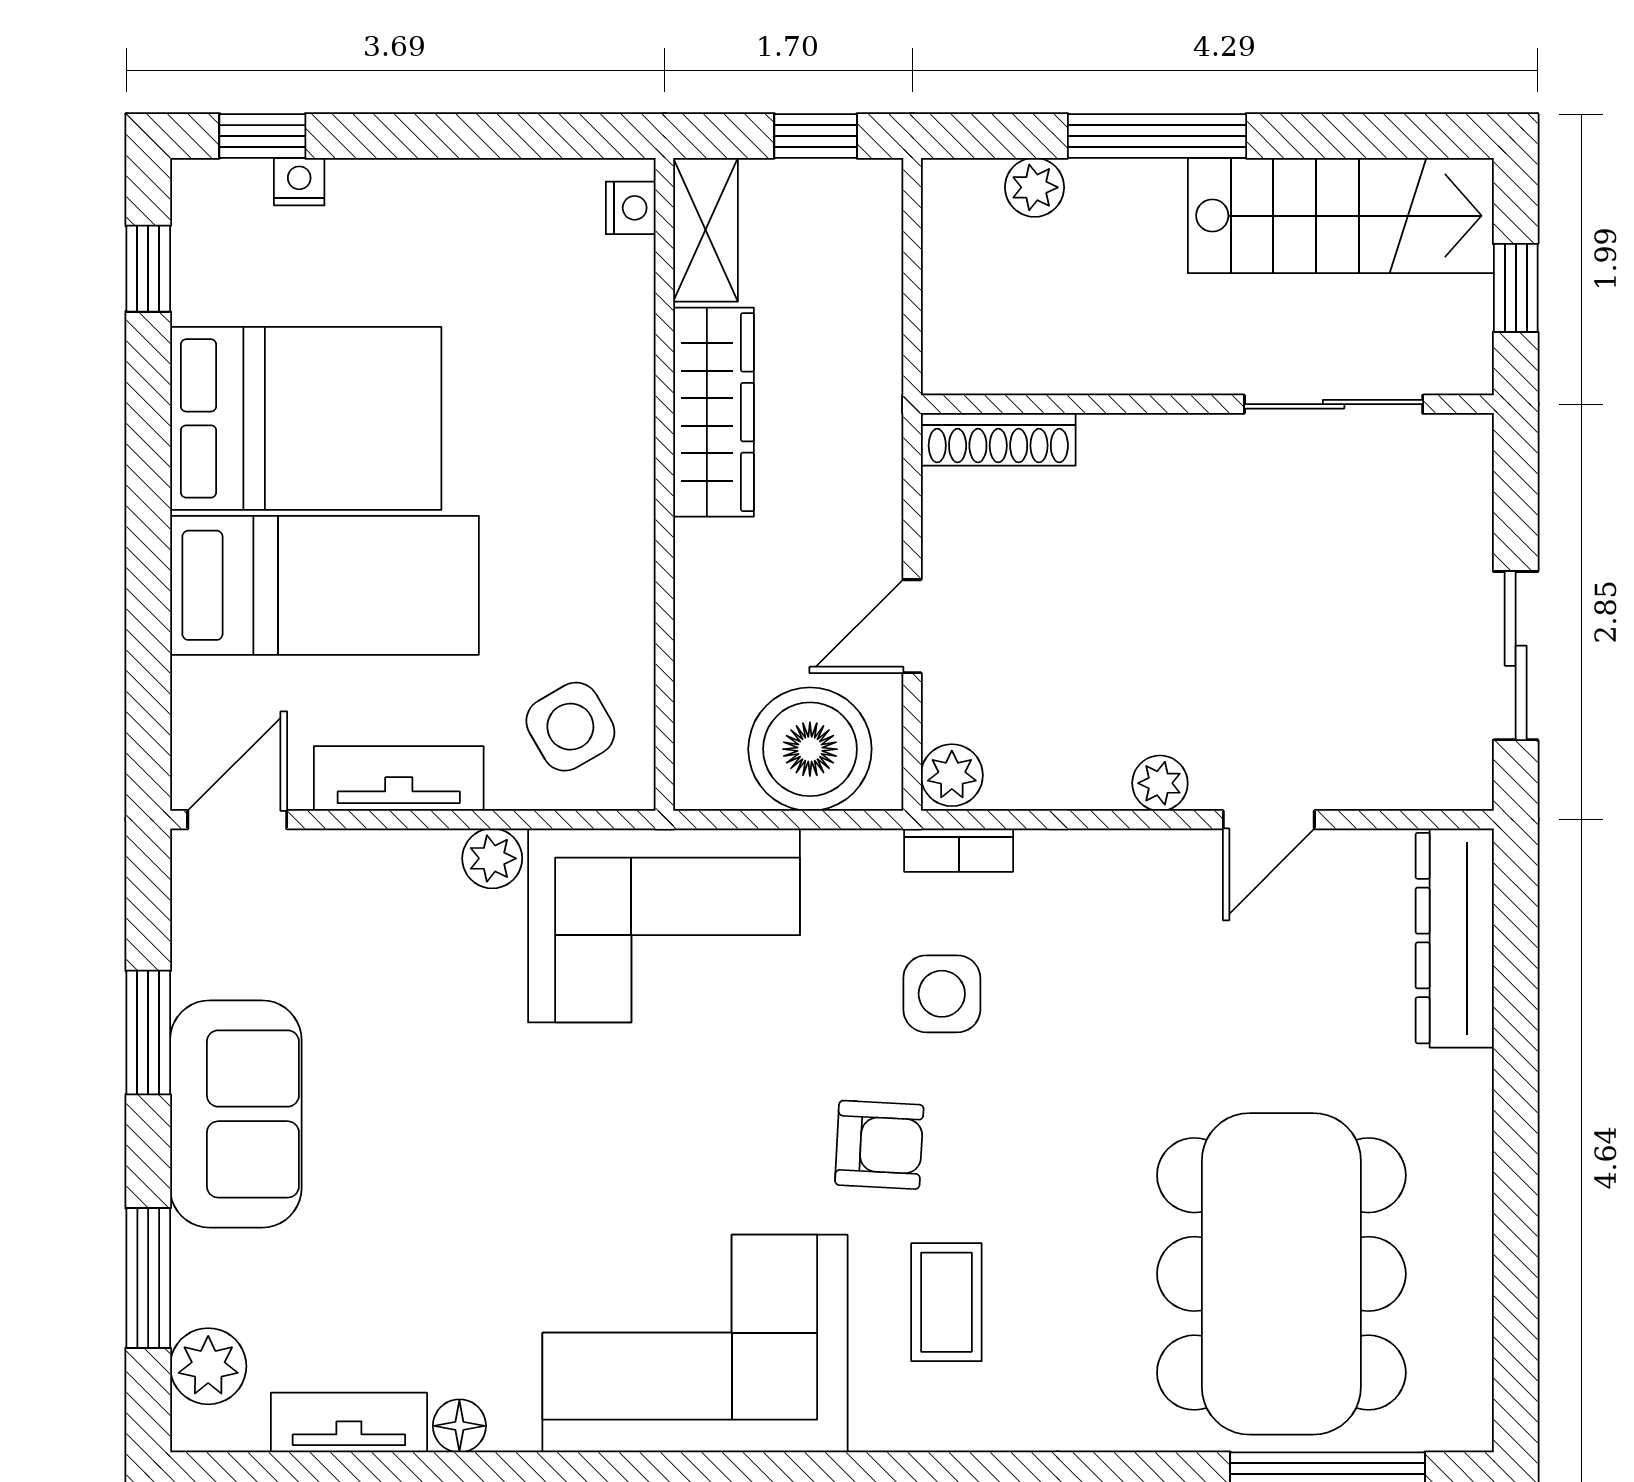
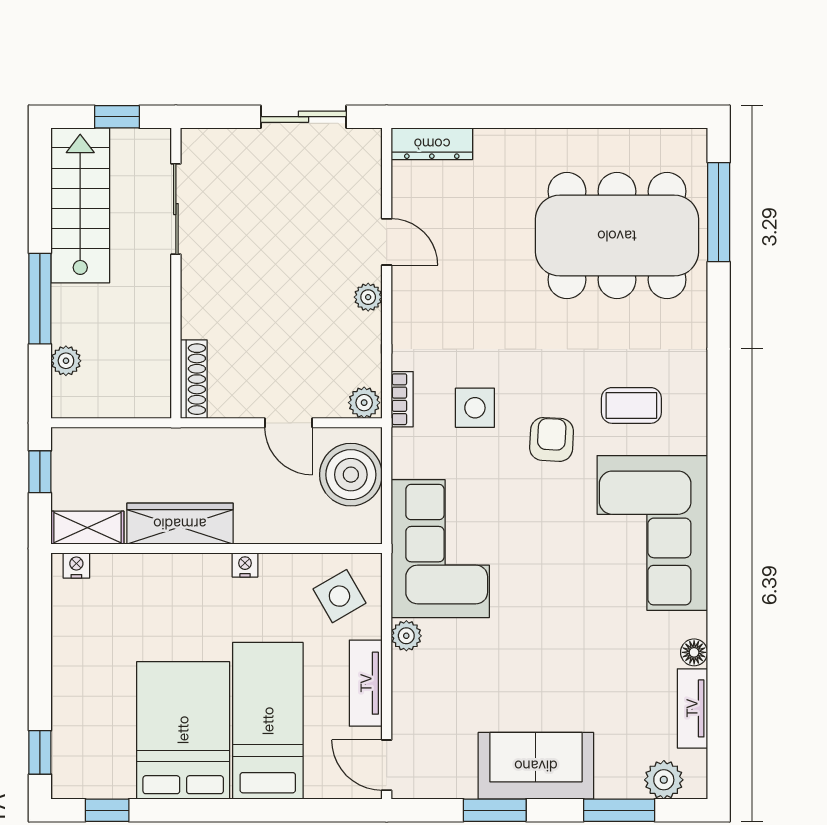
nightstand: (299, 182) -> (245, 565), moved, turned 90
dresser: (1455, 938) -> (432, 144), width x0.73, depth x0.80

